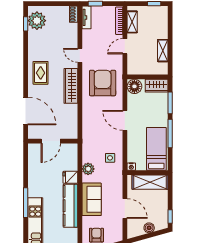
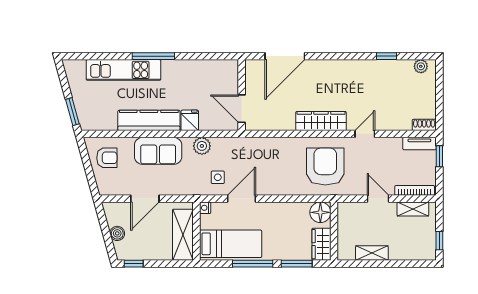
plant: (37, 21) -> (421, 66), width x0.53, depth x0.53
window: (26, 24) -> (387, 56), moved
rug: (41, 73) -> (340, 78), removed
armchair: (103, 83) -> (325, 167), turned -90
door: (125, 120) -> (242, 199), moved
door: (51, 141) -> (242, 109), moved

